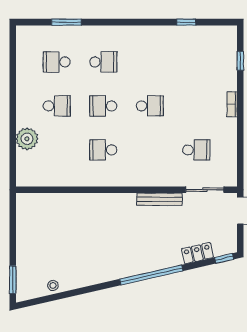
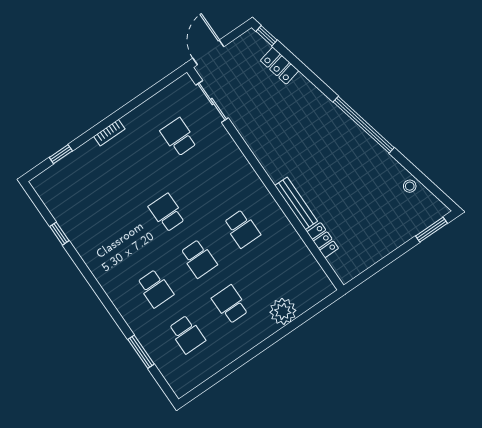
school desk: (103, 62) -> (155, 288), turned 180
bench: (160, 199) -> (296, 203), moved
locker: (57, 200) -> (323, 240), added
window: (151, 275) -> (364, 125), moved

